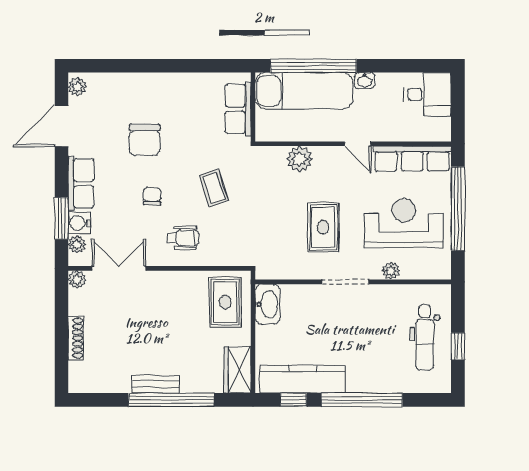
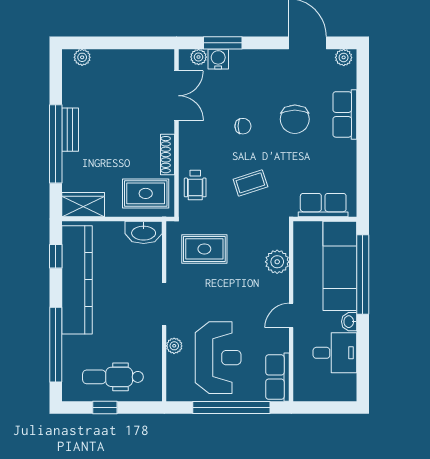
desk: (428, 94) -> (335, 353), moved, turned -90
chair: (145, 140) -> (295, 119), turned -90
row of seats: (412, 159) -> (278, 377), width x0.68
row of seats: (81, 183) -> (345, 114), moved, turned 90
rug: (323, 227) -> (204, 249), moved
wheelchair: (183, 238) -> (195, 185), moved
plant: (77, 280) -> (82, 57), moved
shoe rack: (76, 338) -> (168, 155), moved, turned 90
kitchen counter: (303, 379) -> (77, 280), width x1.39, depth x1.17
window: (362, 400) -> (56, 345), moved

